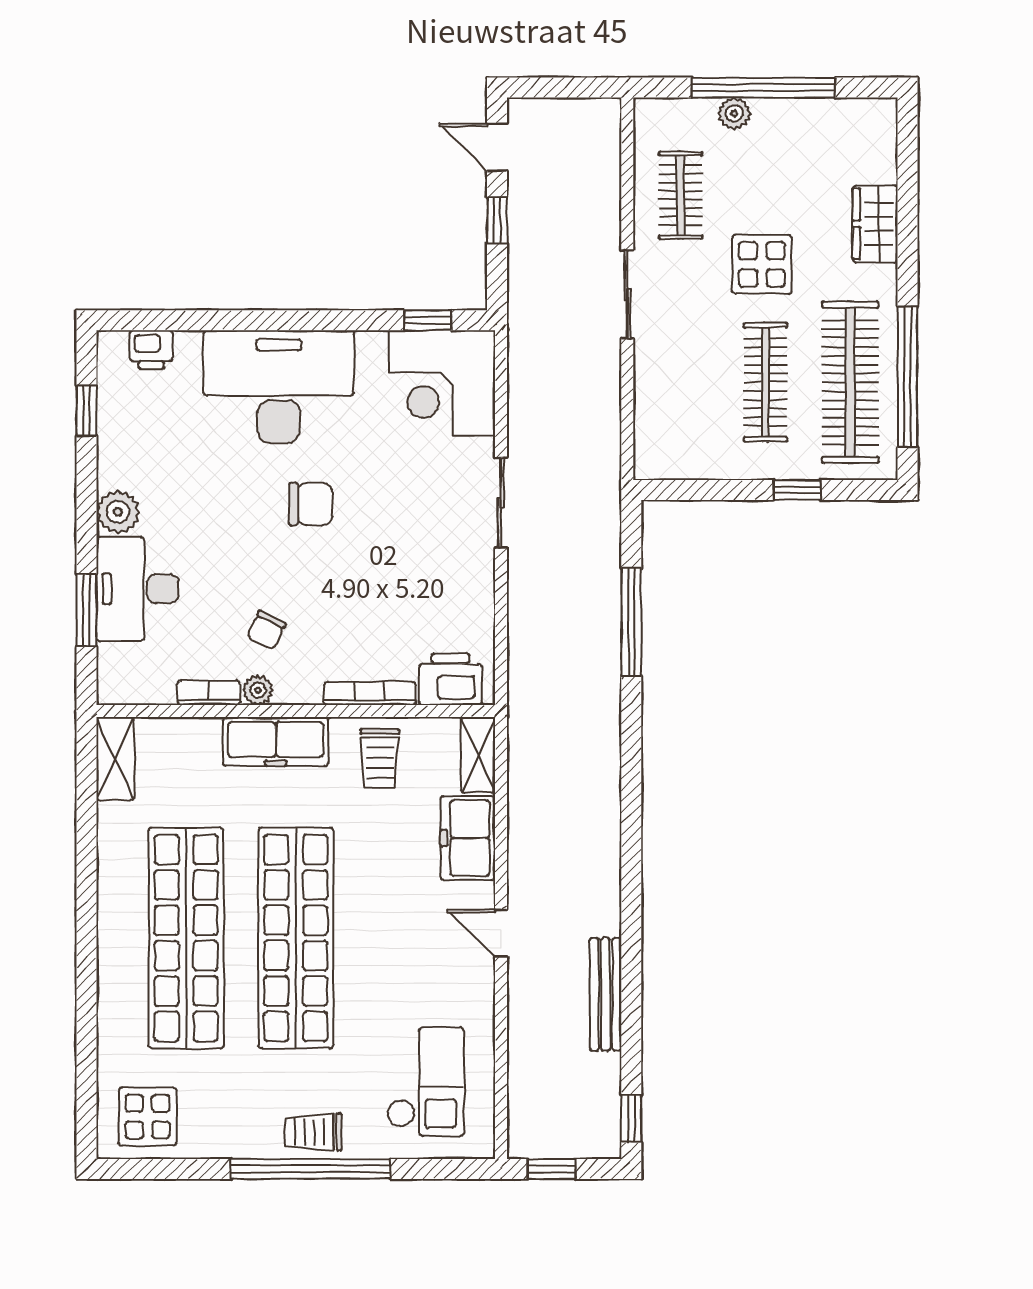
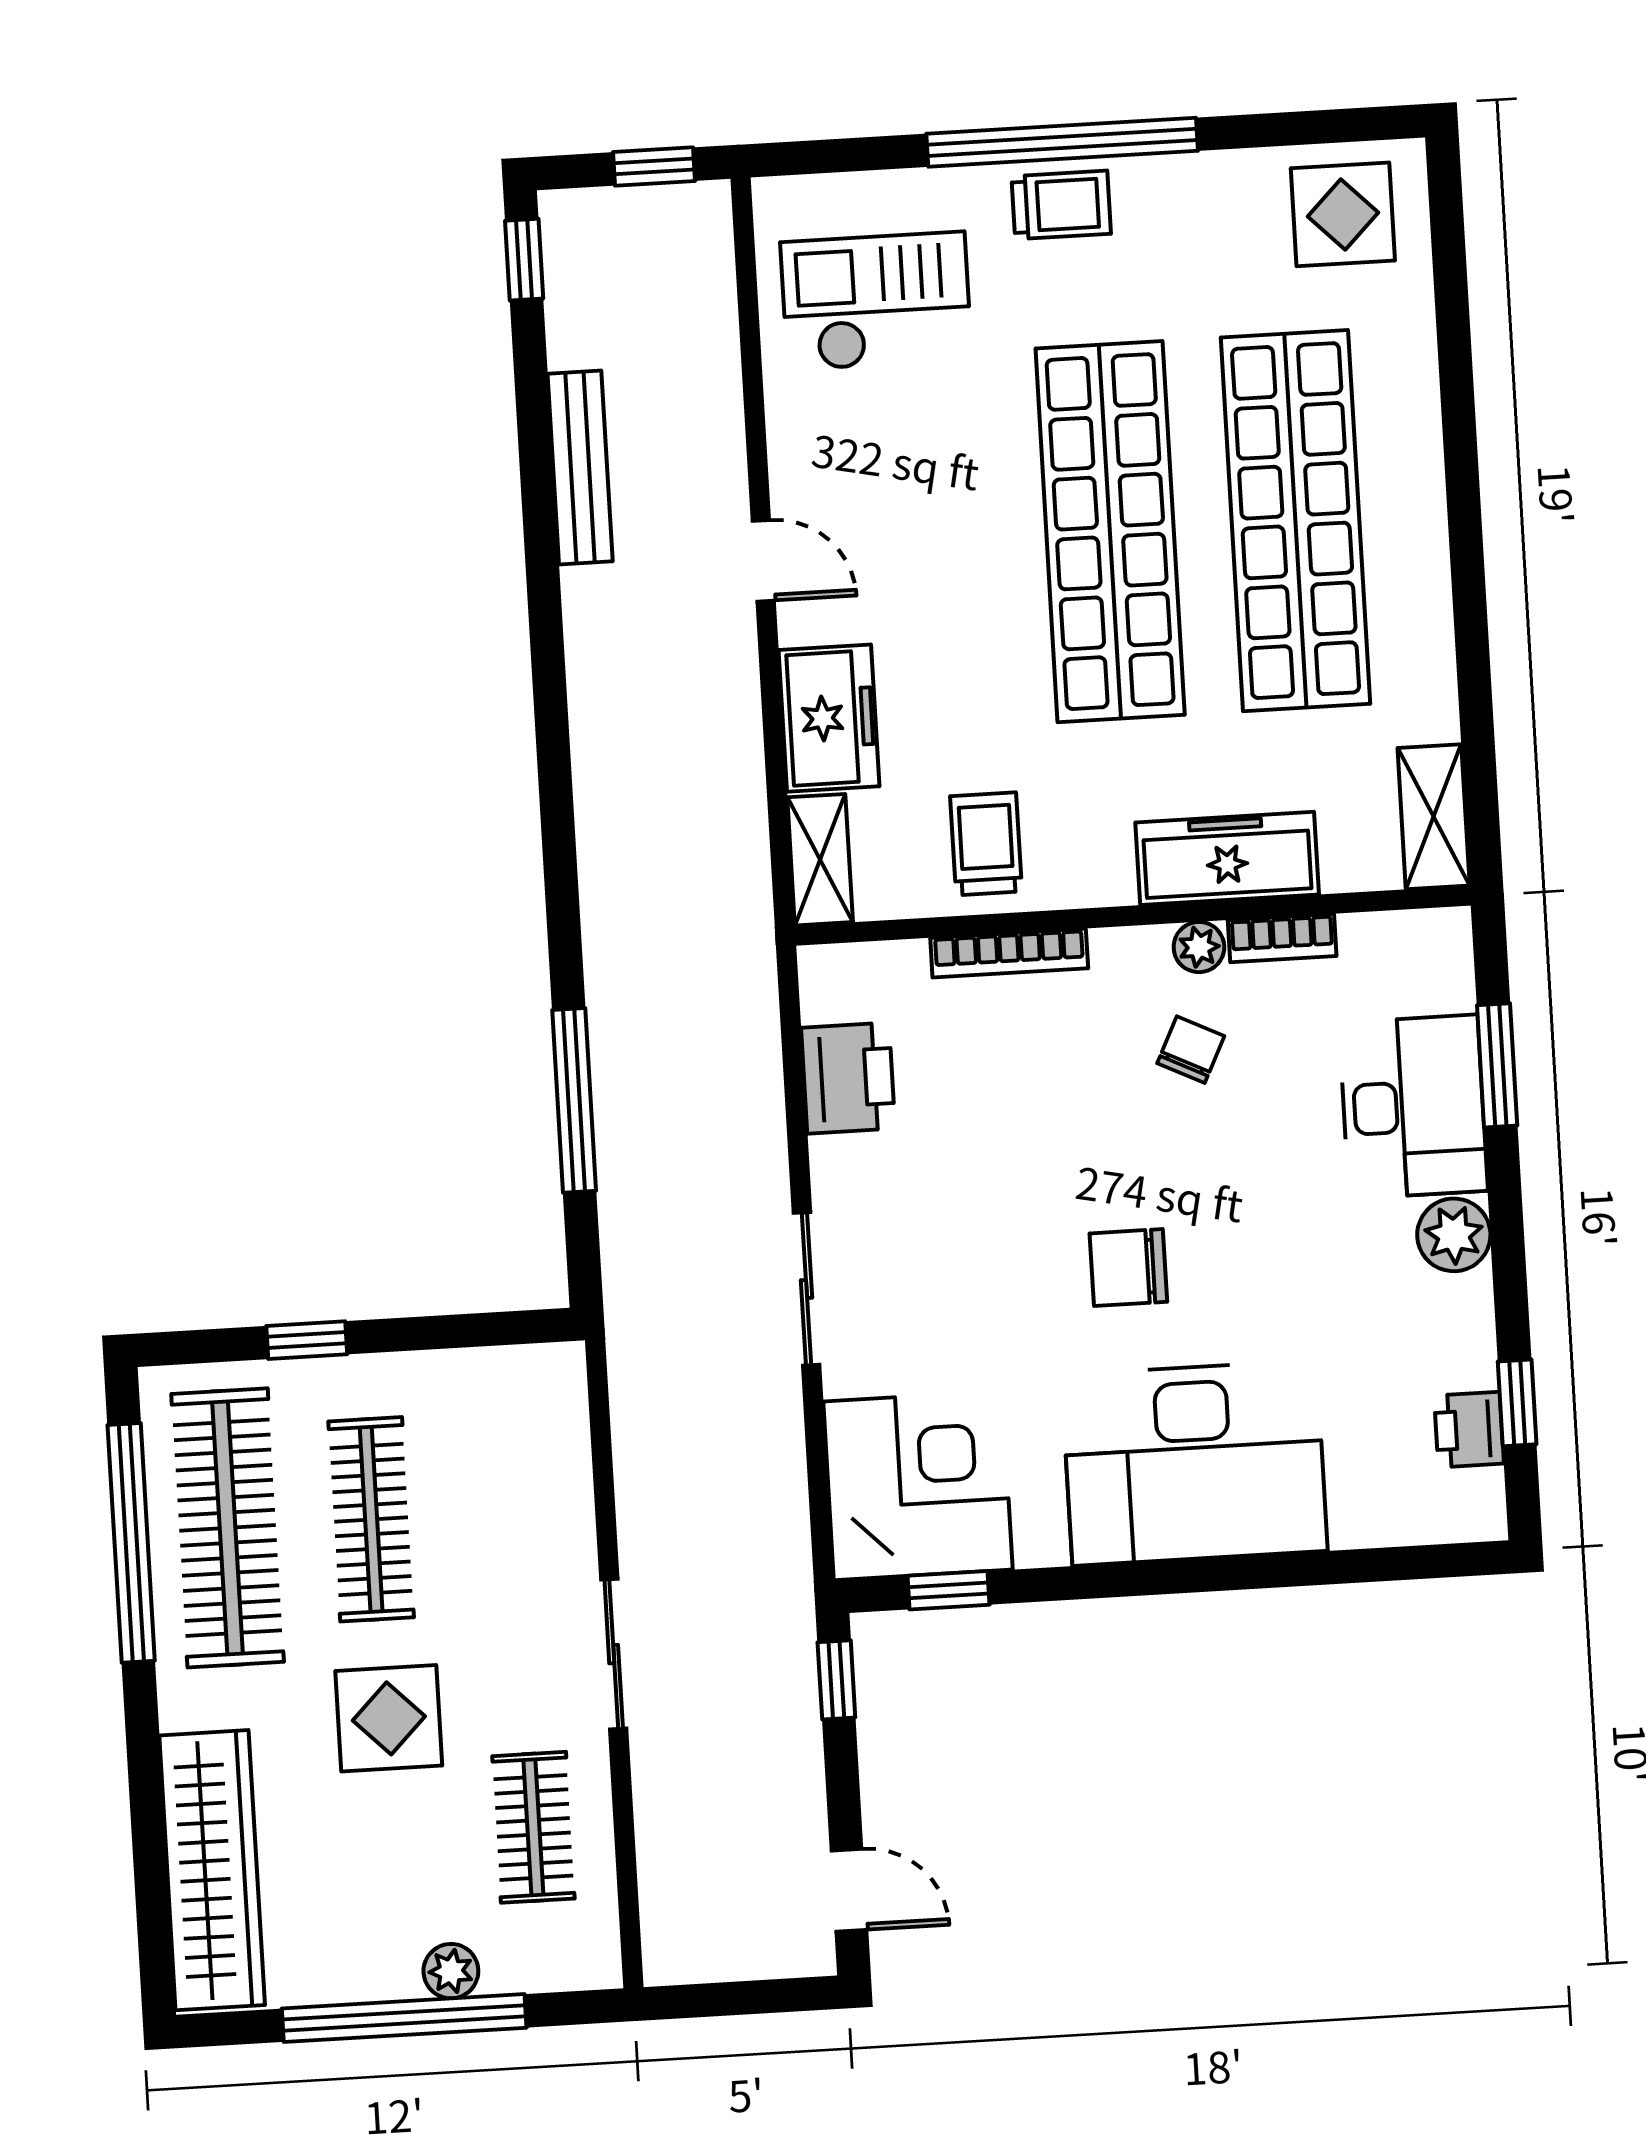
window: (497, 220) -> (836, 1680), moved
wardrobe: (875, 224) -> (212, 1870), width x2.10, depth x1.17
printer: (151, 350) -> (1469, 1430), moved, turned -90
printer: (450, 679) -> (848, 1078), moved, turned -90
freezer: (276, 741) -> (1227, 858), moved
checkout: (425, 1082) -> (876, 301), turned 90

